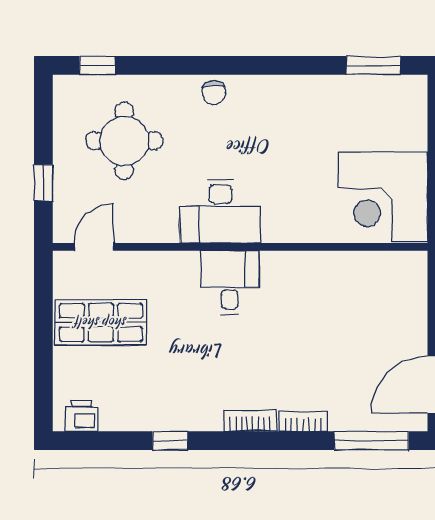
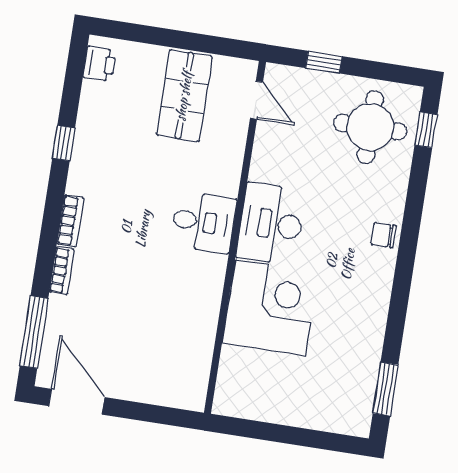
round table: (124, 141) -> (370, 127), moved
corner desk: (383, 197) -> (270, 308), moved, turned 90

